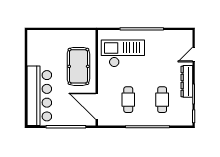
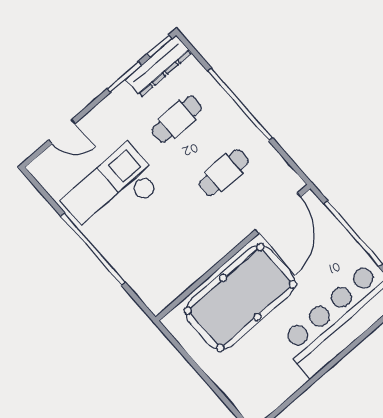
checkout: (123, 53) -> (112, 192), moved, turned 90
pool table: (78, 66) -> (240, 297), width x1.36, depth x1.32
dresser: (187, 81) -> (159, 66), moved

